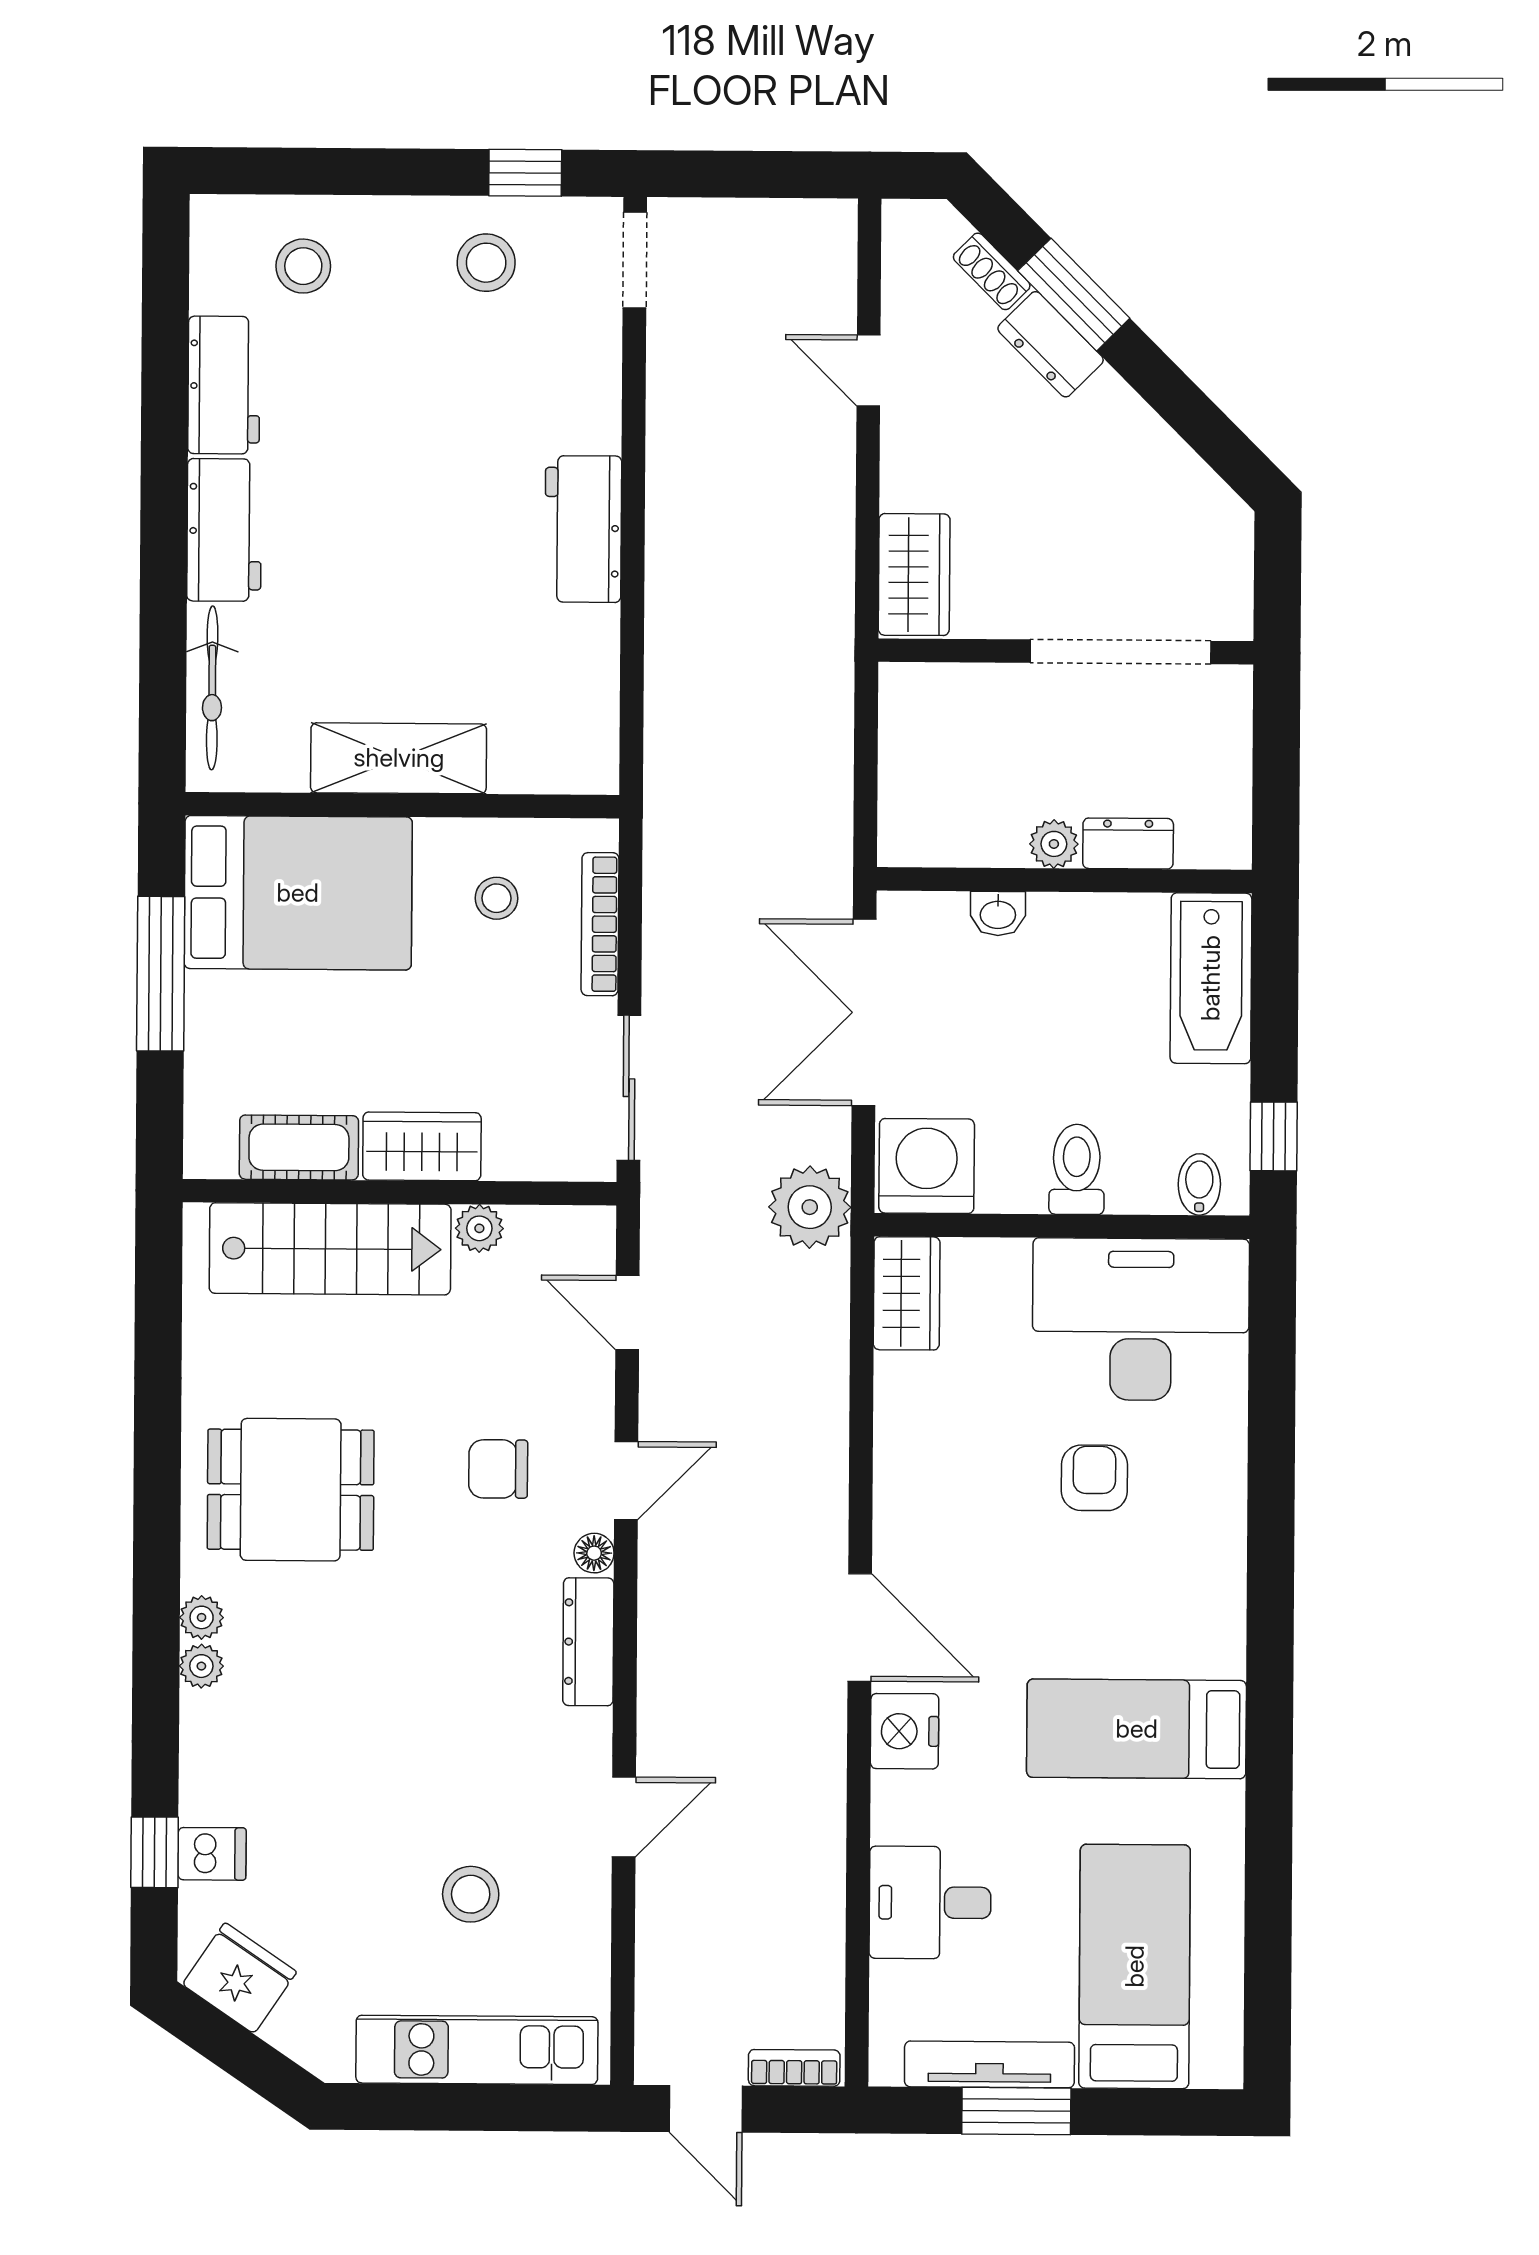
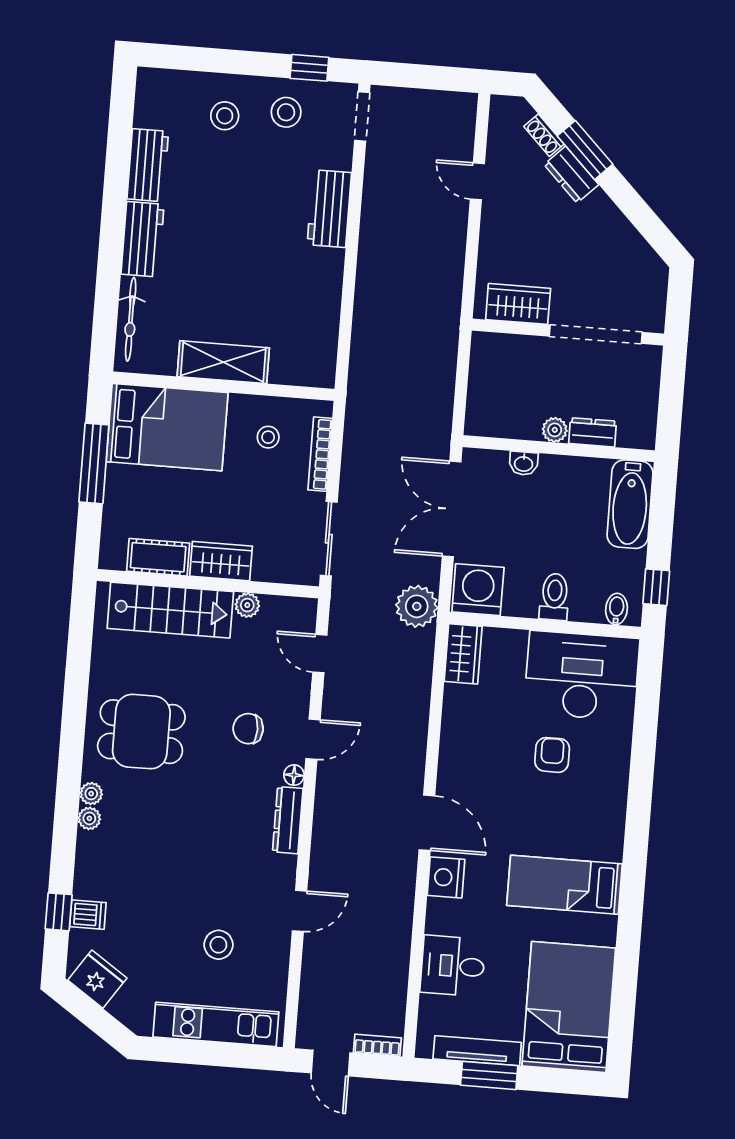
stool: (303, 266) -> (225, 116), moved
workbench: (583, 529) -> (329, 209), moved
wardrobe: (914, 575) -> (518, 304), moved, turned -90
bed: (1135, 1966) -> (569, 1007), width x1.50

